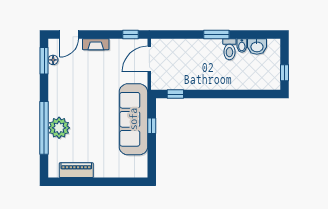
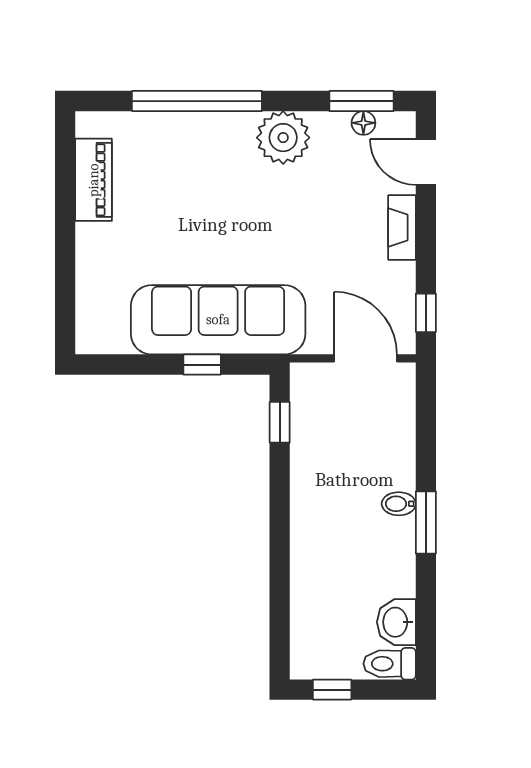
bidet: (242, 45) -> (399, 504), moved
toilet: (229, 49) -> (390, 664), moved
plant: (59, 128) -> (283, 138), moved

